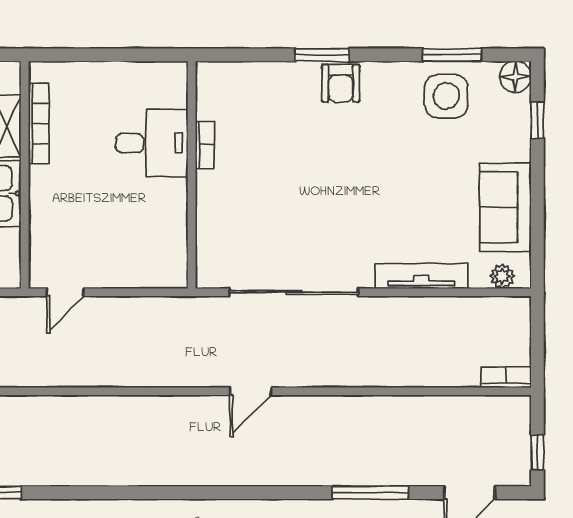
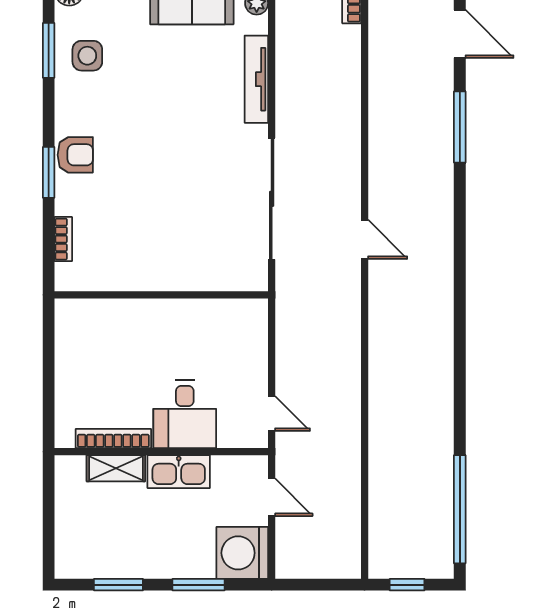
side table: (446, 96) -> (87, 56), width x0.73, depth x0.73
desk: (152, 143) -> (185, 414), moved, turned 180
bookcase: (205, 145) -> (63, 239), moved, turned 90

